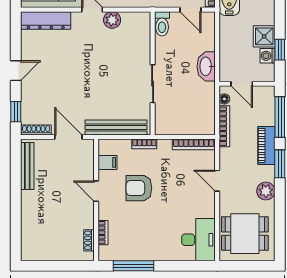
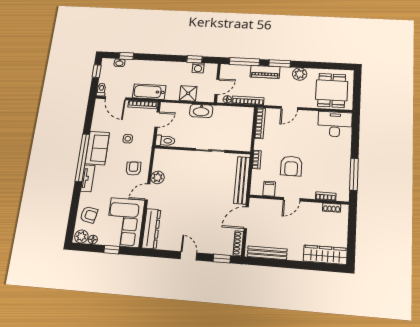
shower: (264, 36) -> (188, 93), moved
wardrobe: (31, 235) -> (325, 255), added

